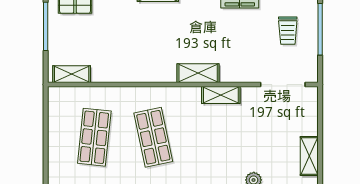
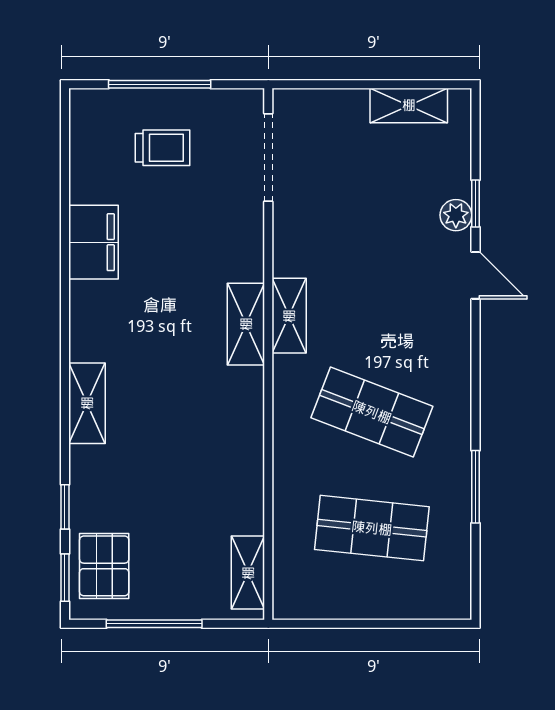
shelving: (221, 95) -> (289, 316), moved
shop shelf: (153, 137) -> (372, 412), turned 33

